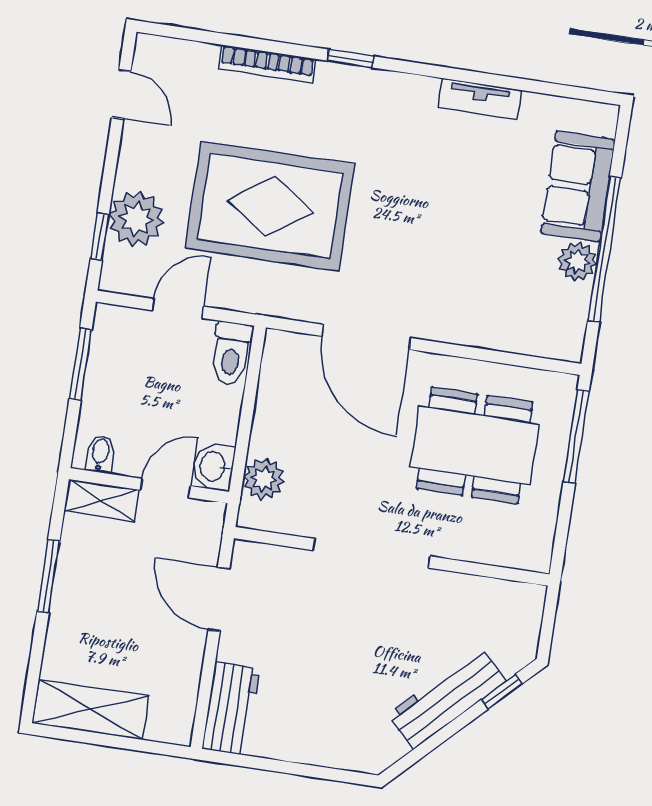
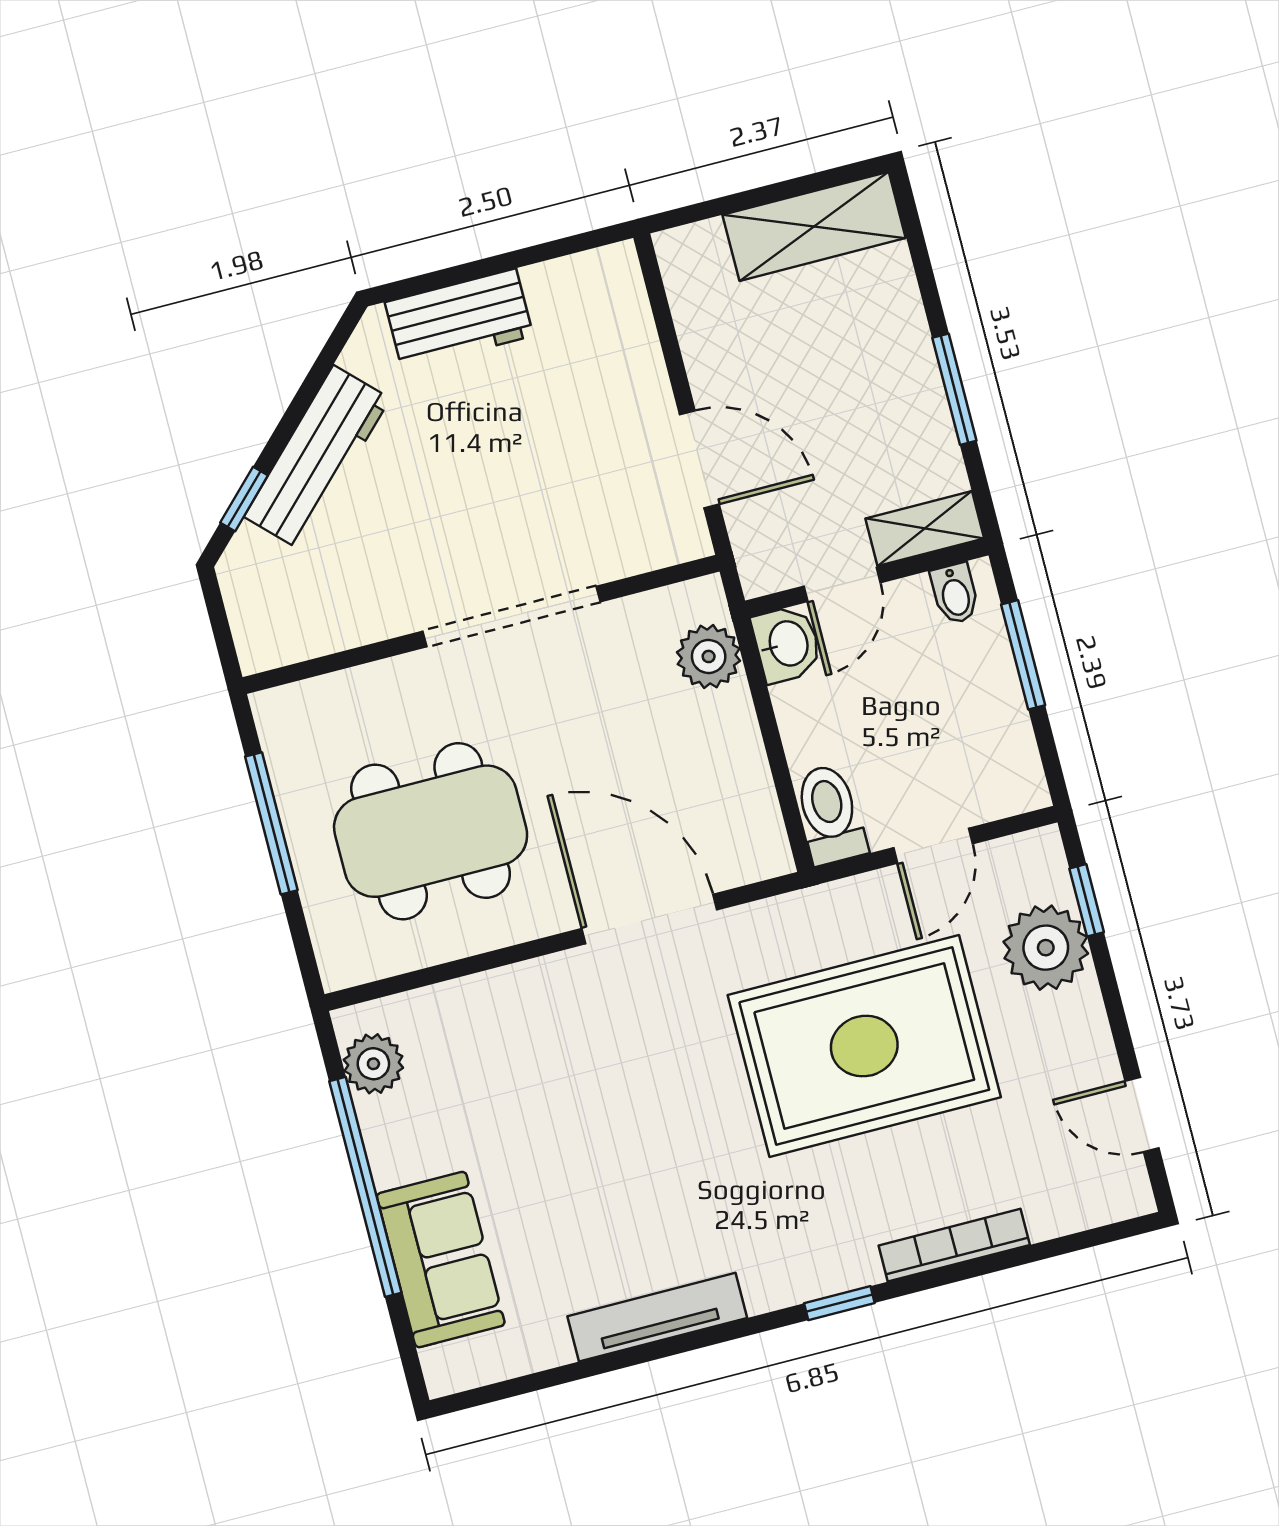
tv unit: (479, 99) -> (657, 1317), width x1.41
plant: (577, 262) -> (373, 1064), moved
window: (80, 364) -> (1023, 655), moved
window: (576, 437) -> (271, 823), moved
workbench: (231, 709) -> (459, 319), moved, turned -90

